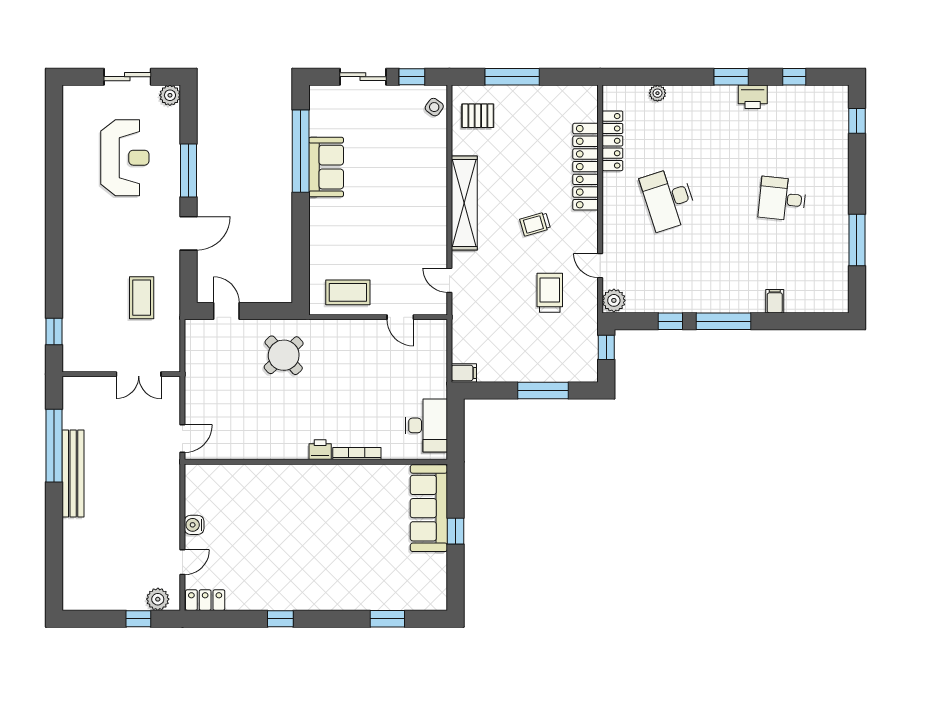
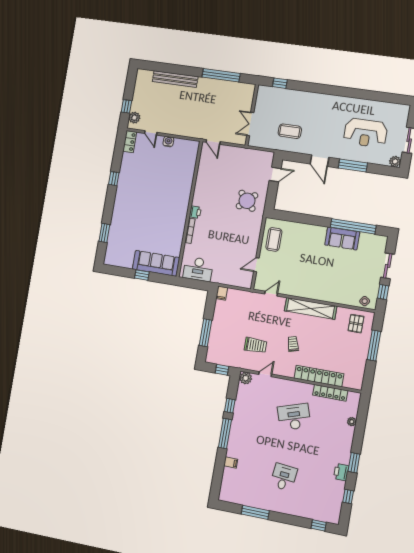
bench: (73, 473) -> (175, 79), moved

